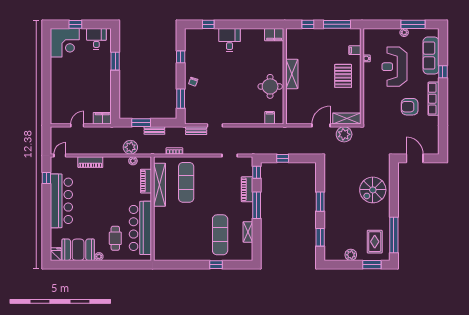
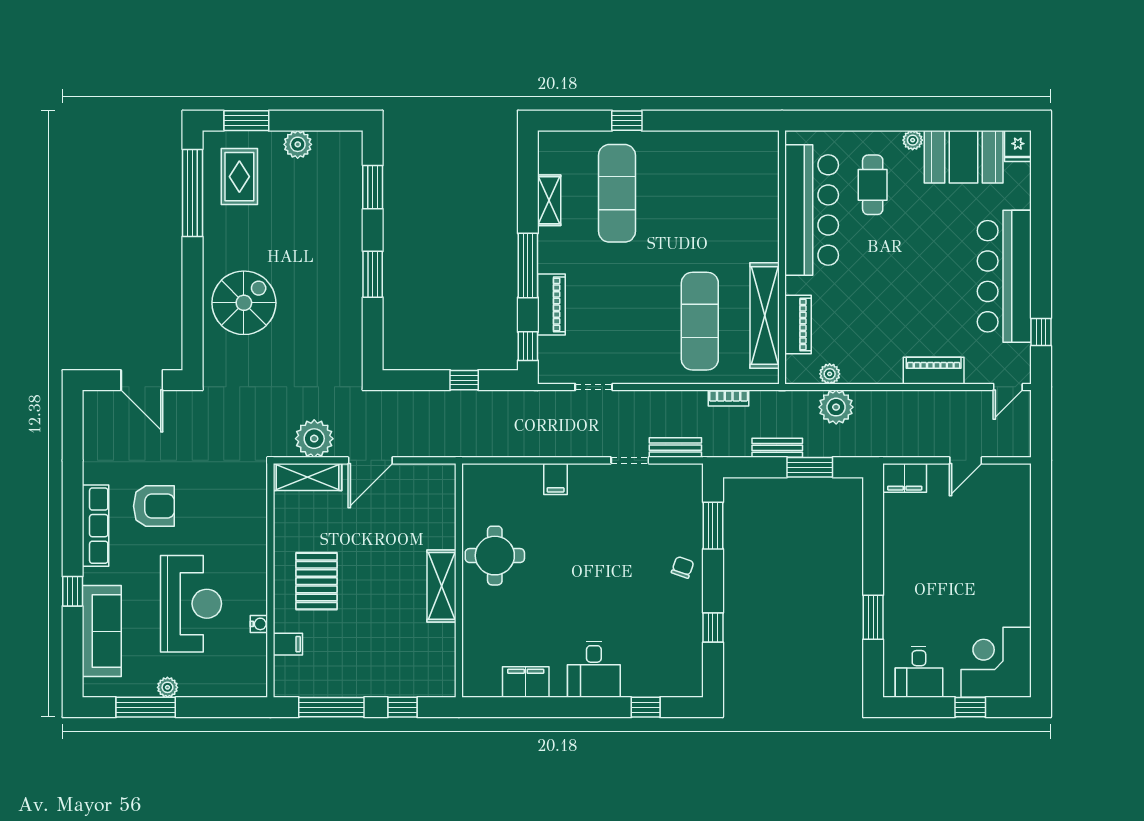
filing cabinet: (274, 35) -> (526, 682), moved
filing cabinet: (270, 118) -> (556, 479), moved

